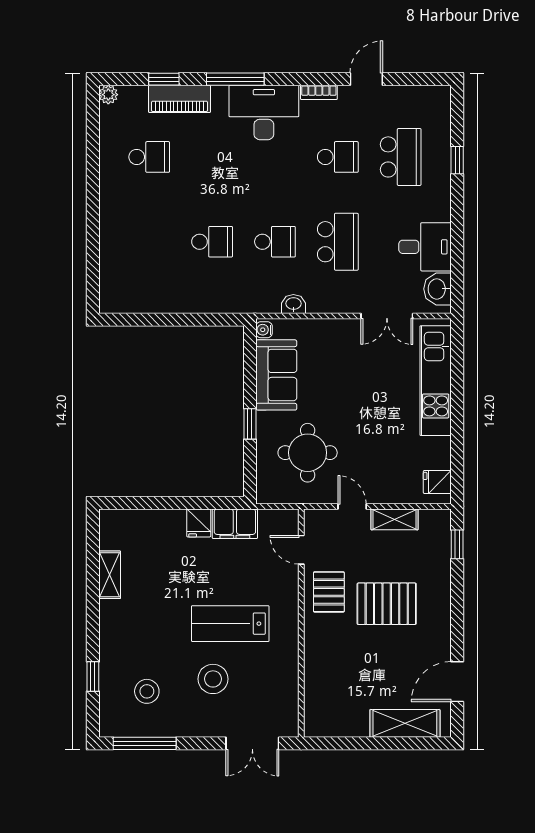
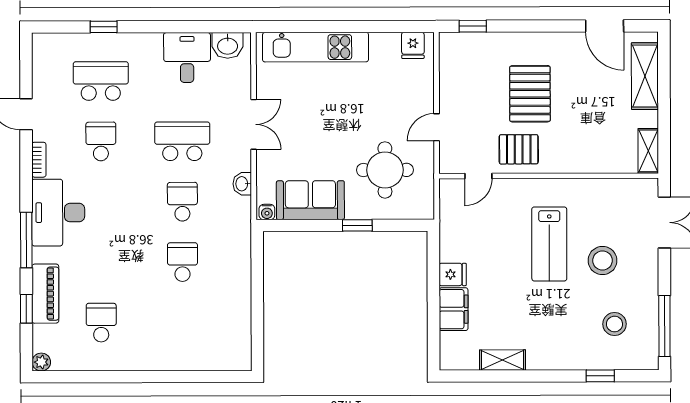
double door: (387, 316) -> (254, 124), moved
shelving: (395, 519) -> (648, 151), moved
filing cabinet: (235, 524) -> (454, 309), moved

